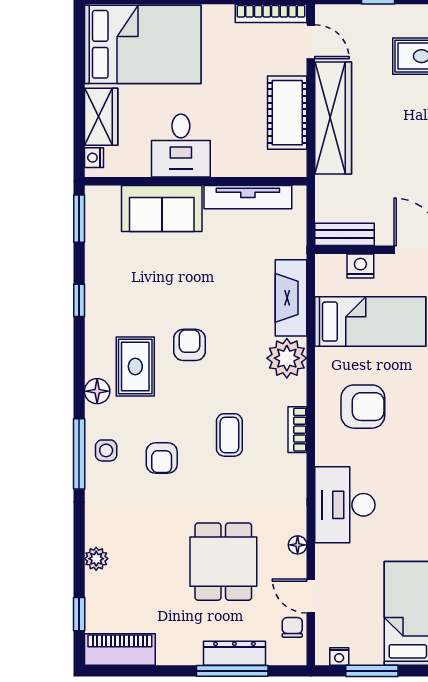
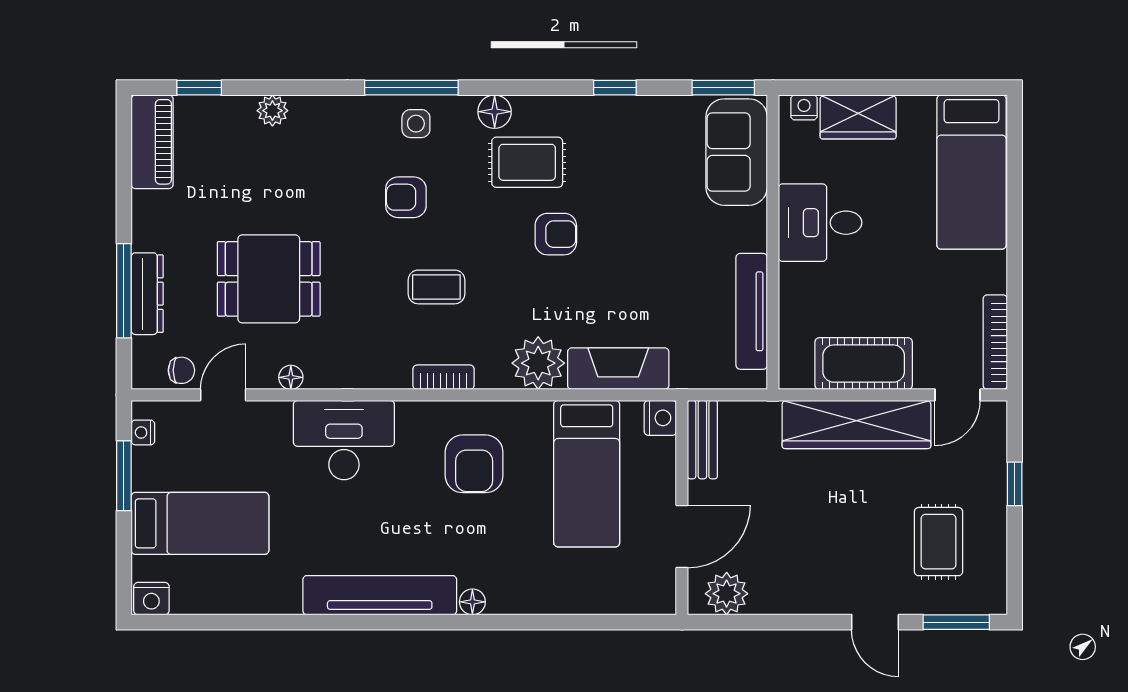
bed: (143, 44) -> (972, 172), width x0.67
sofa: (162, 209) -> (737, 152), moved
nightstand: (360, 266) -> (660, 418), moved

